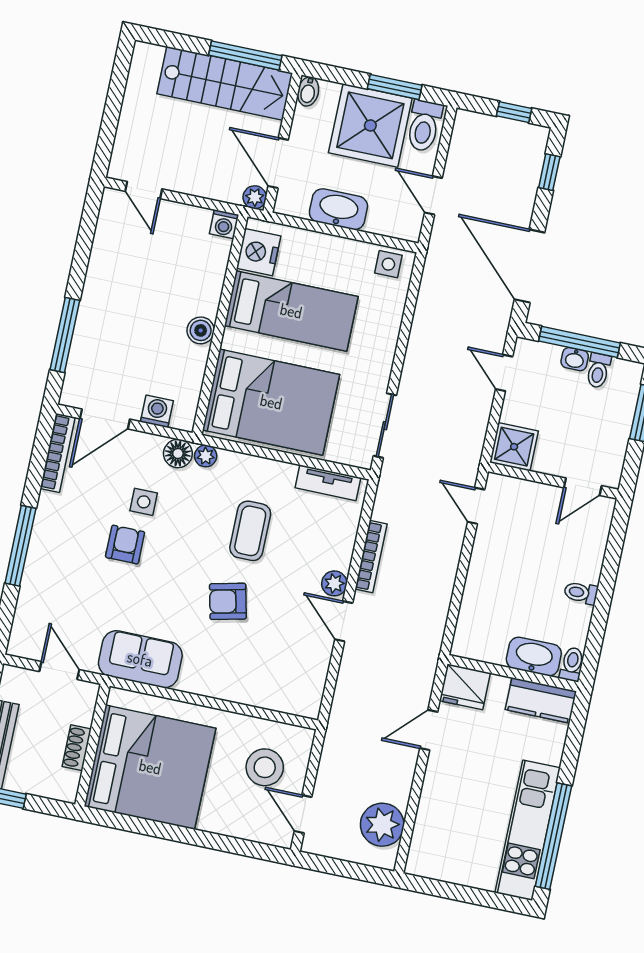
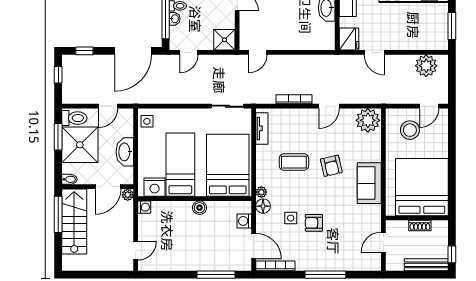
plant: (334, 583) -> (368, 120), moved, width x1.88, depth x1.88
sofa: (140, 659) -> (369, 183), moved
window: (448, 891) -> (452, 26), added

